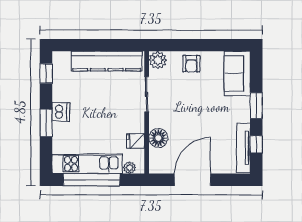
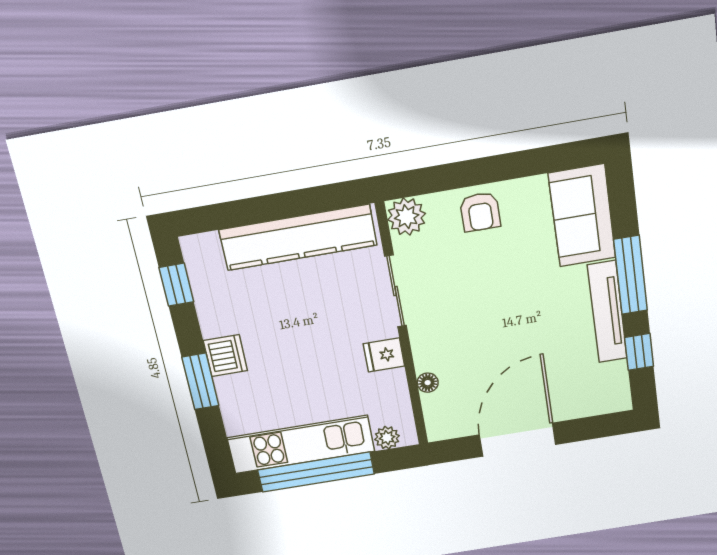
window: (256, 106) -> (631, 275), width x1.44
floor lamp: (158, 138) -> (428, 383), width x0.53, depth x0.53
fridge: (136, 141) -> (384, 355), moved
tv unit: (244, 148) -> (607, 312), moved

